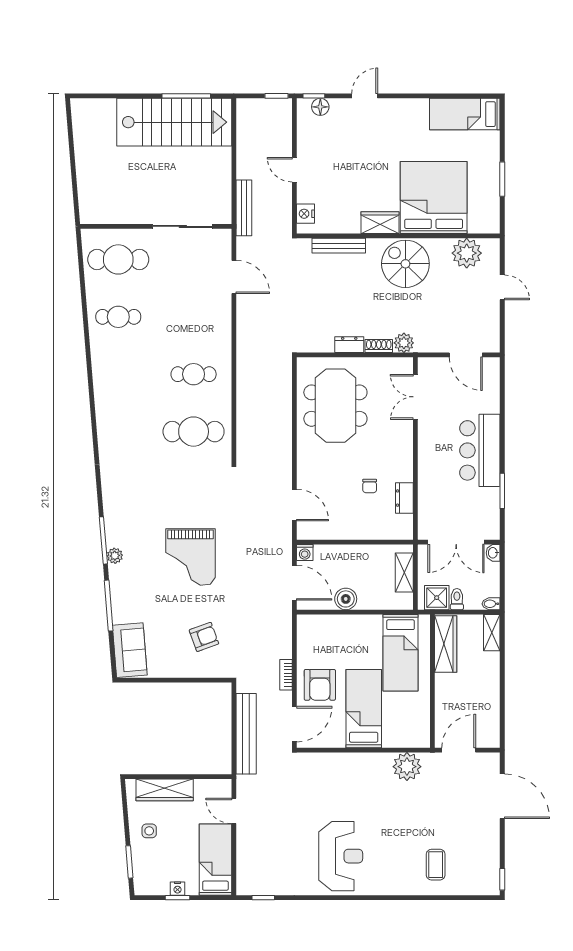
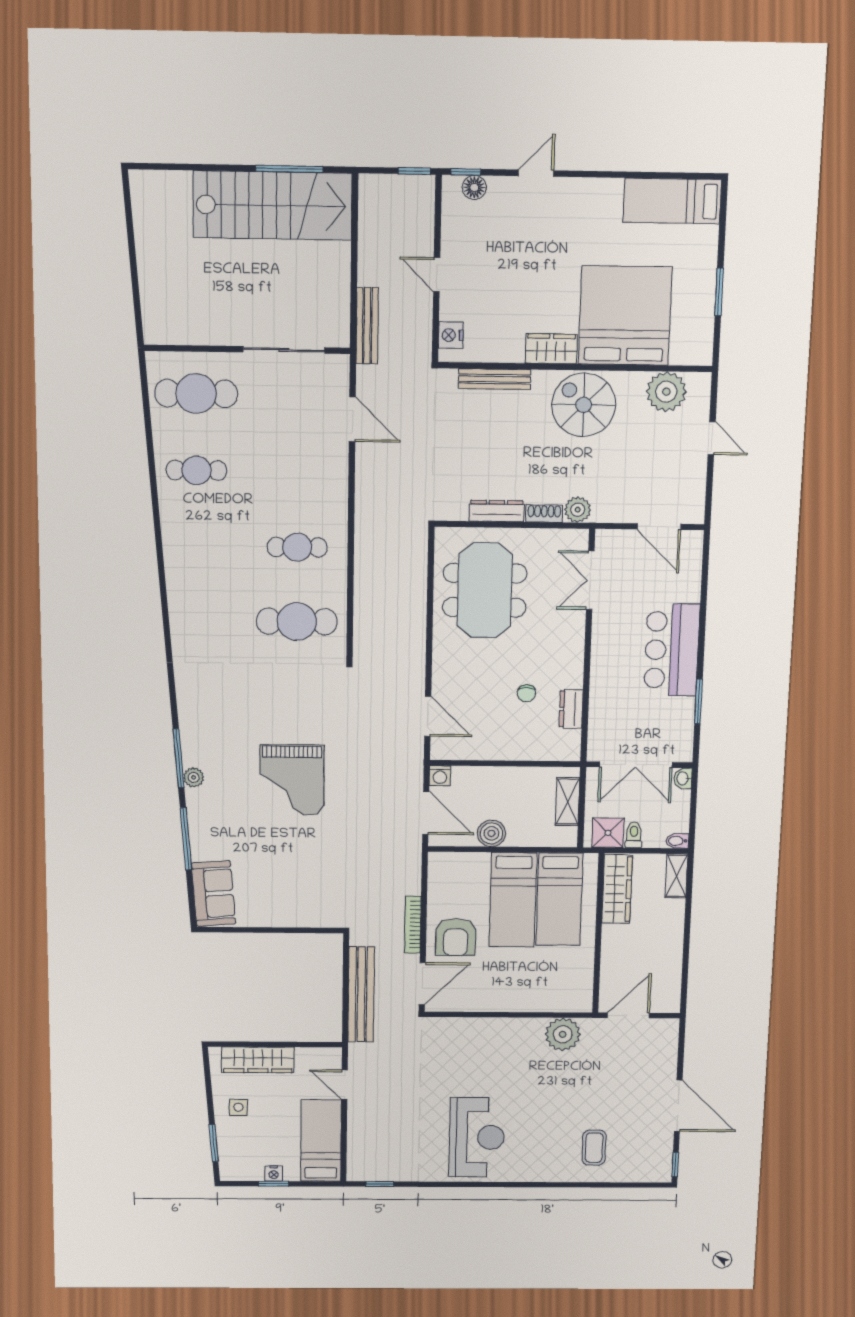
dresser: (349, 345) -> (497, 511), width x1.44
armchair: (204, 637) -> (309, 878), removed
bookcase: (286, 675) -> (413, 925), width x1.56
bed: (364, 709) -> (513, 900), moved, turned 180
door: (502, 796) -> (678, 1106), moved

